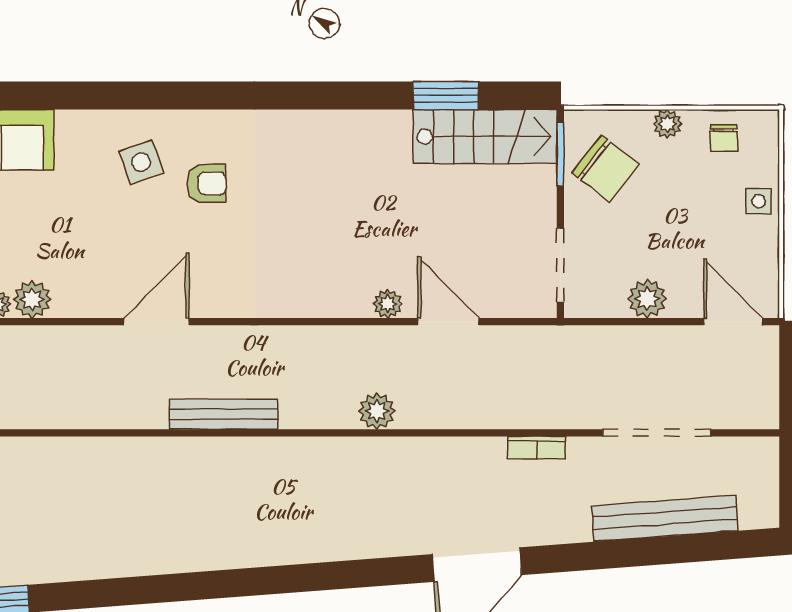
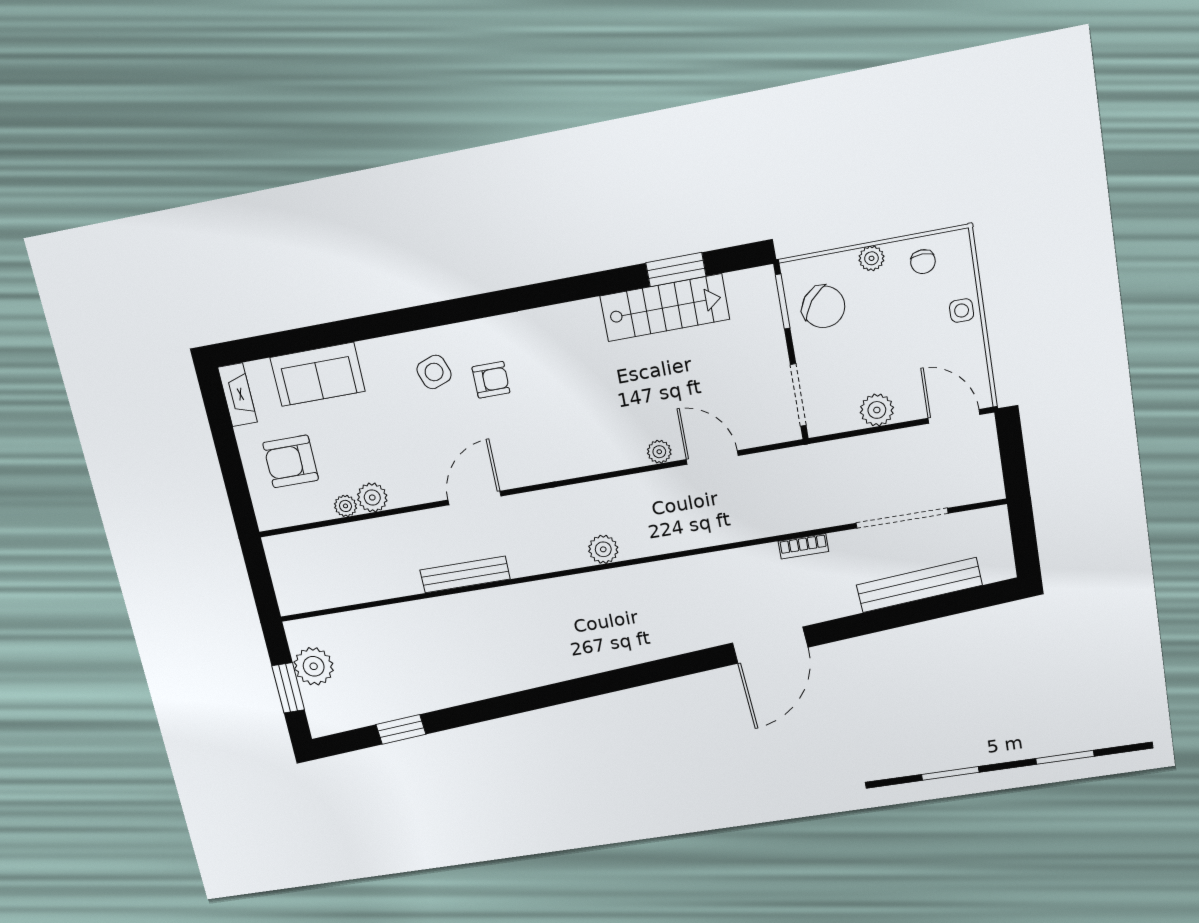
stairs: (485, 137) -> (665, 308), moved
plant: (377, 411) -> (603, 549), moved
bench: (223, 414) -> (465, 574), moved

